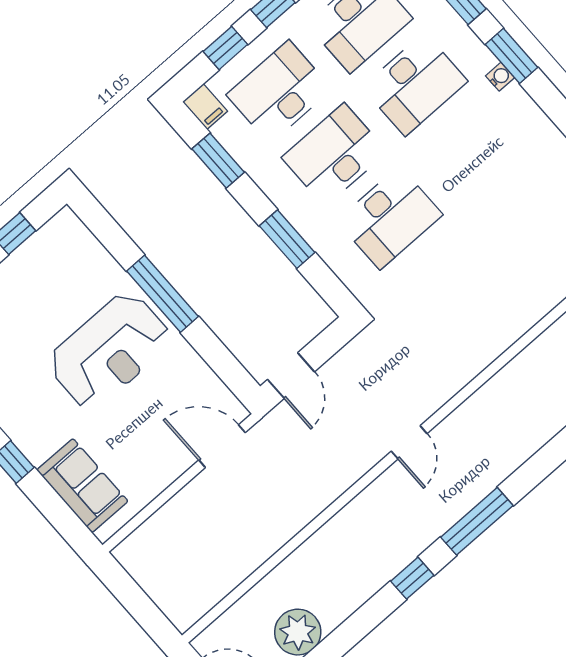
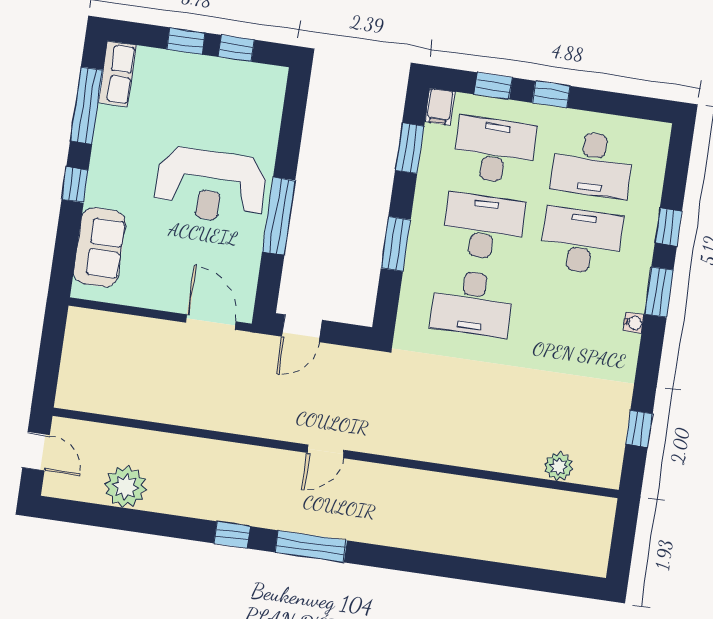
water cooler: (500, 77) -> (634, 323), moved
desk: (415, 84) -> (581, 241), turned 180
window: (162, 294) -> (279, 216), moved

